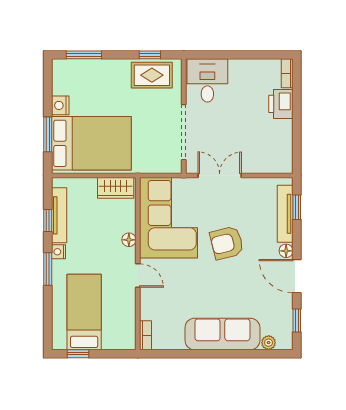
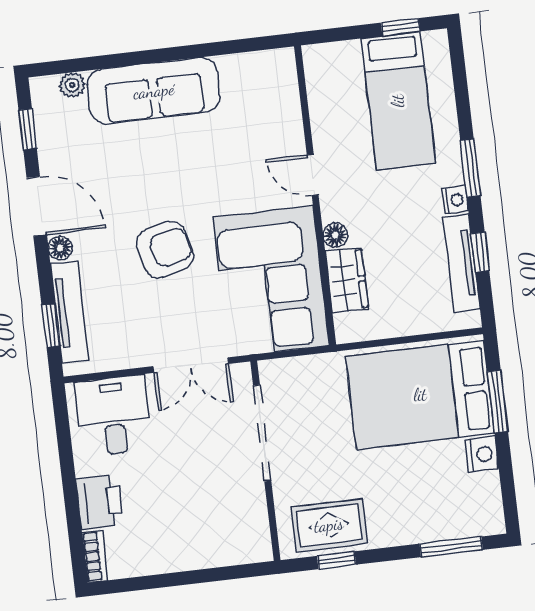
desk: (207, 80) -> (114, 416), moved, turned 180
wardrobe: (116, 188) -> (347, 280), moved, turned 90
bookcase: (146, 335) -> (287, 73), removed

